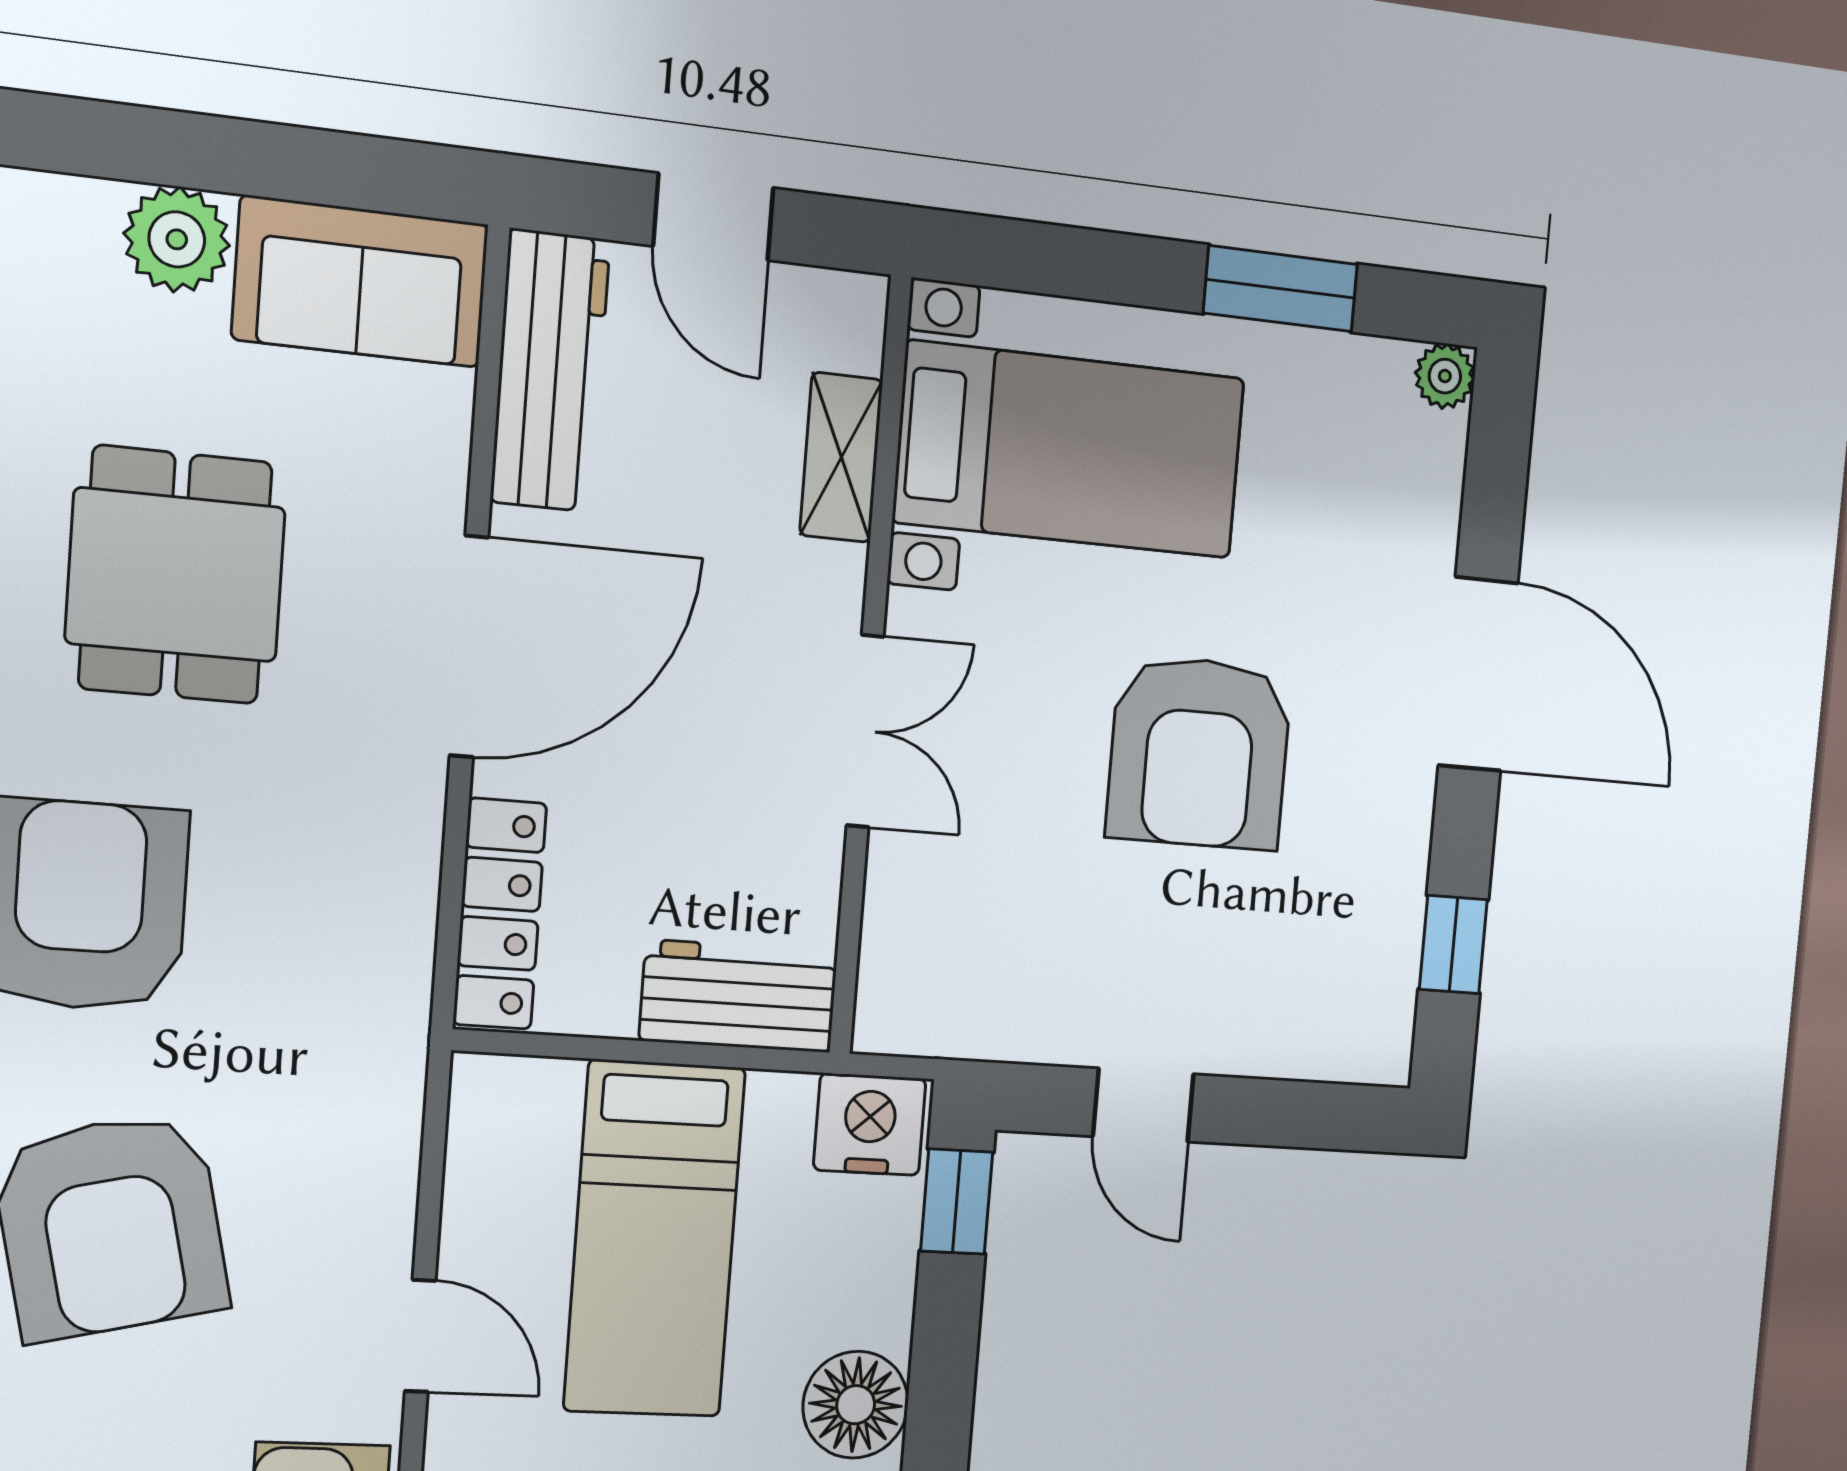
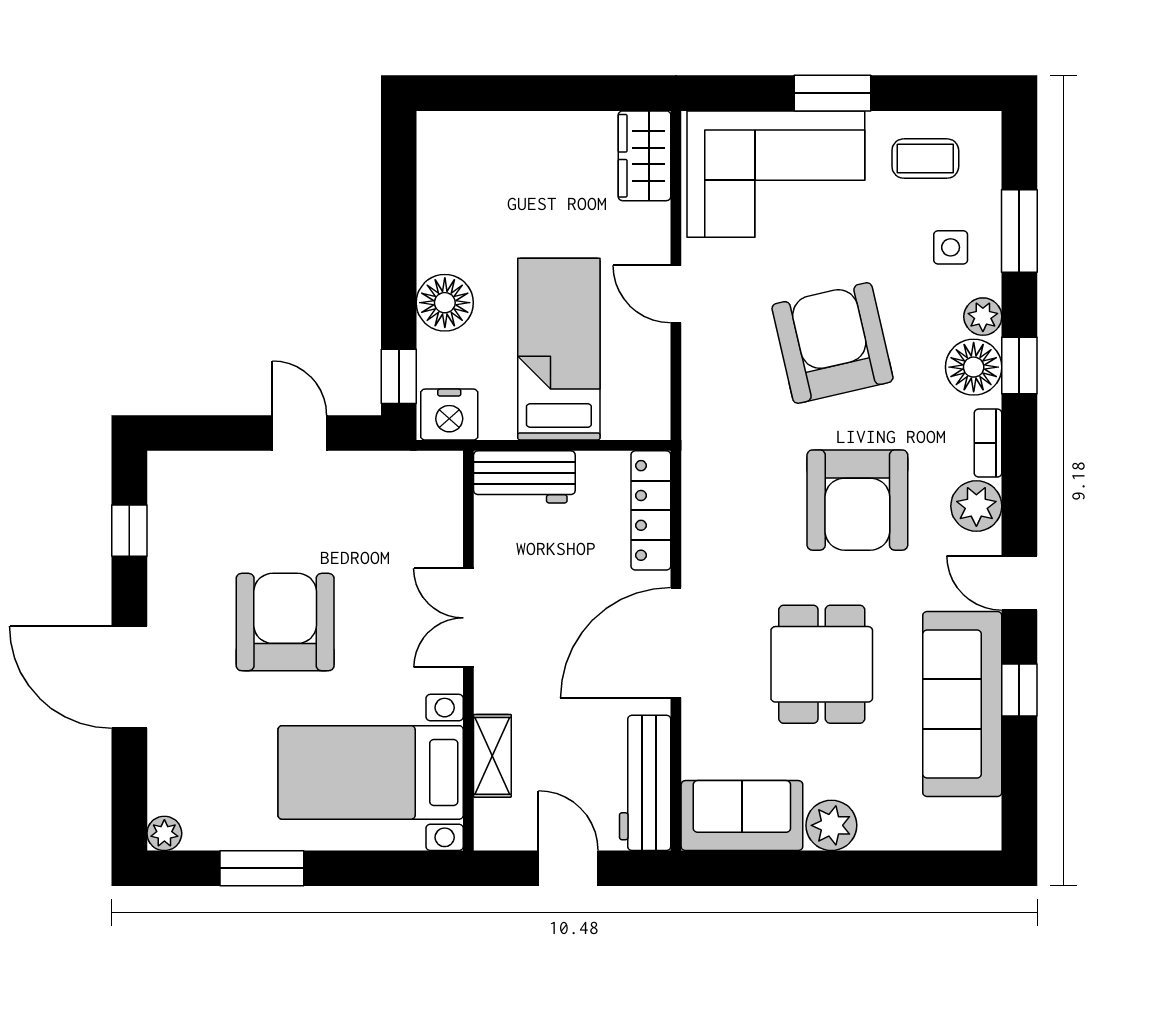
floor lamp: (856, 1405) -> (445, 303), moved

